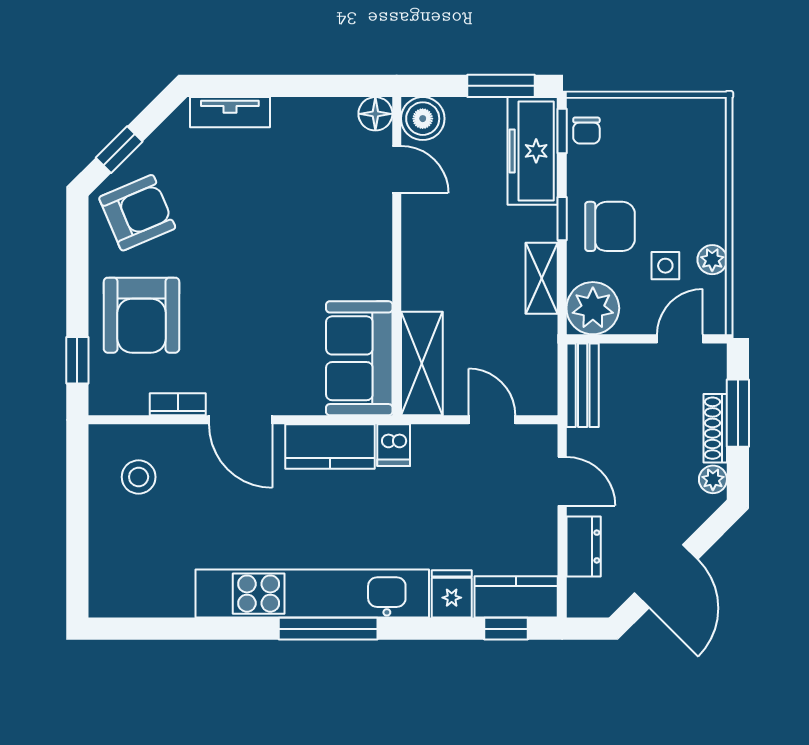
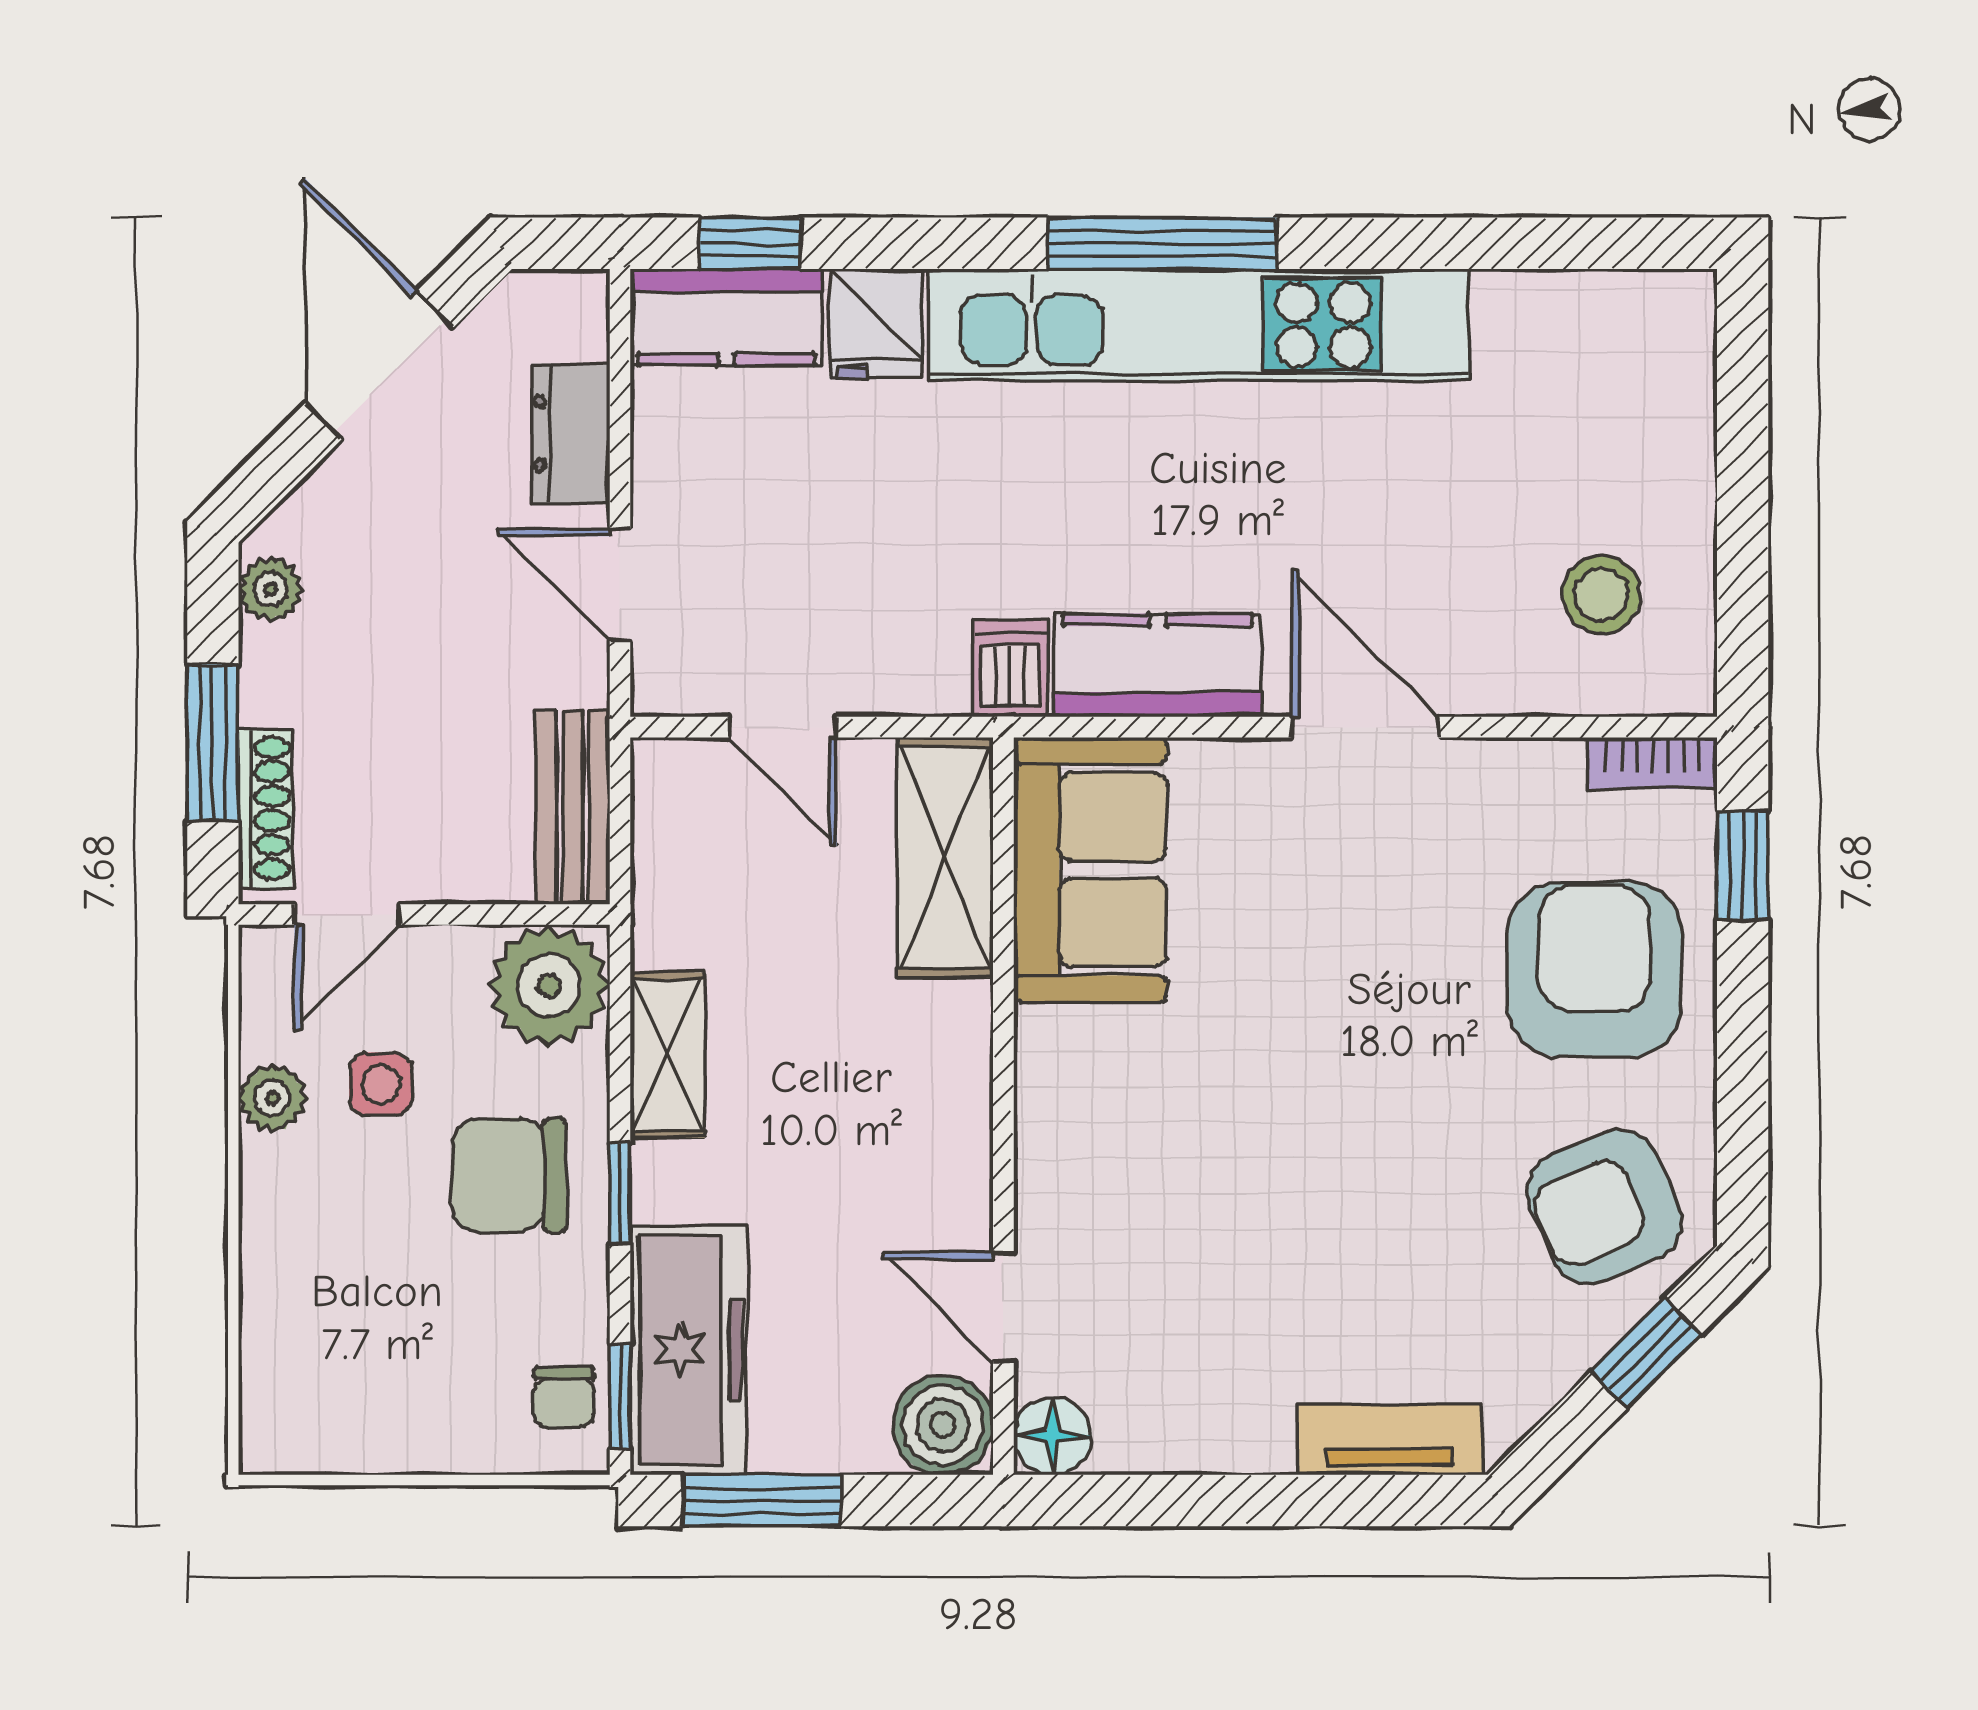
chair: (586, 131) -> (564, 1397), turned 180
bookcase: (178, 404) -> (1653, 763), moved
shoe rack: (715, 428) -> (265, 808), moved

